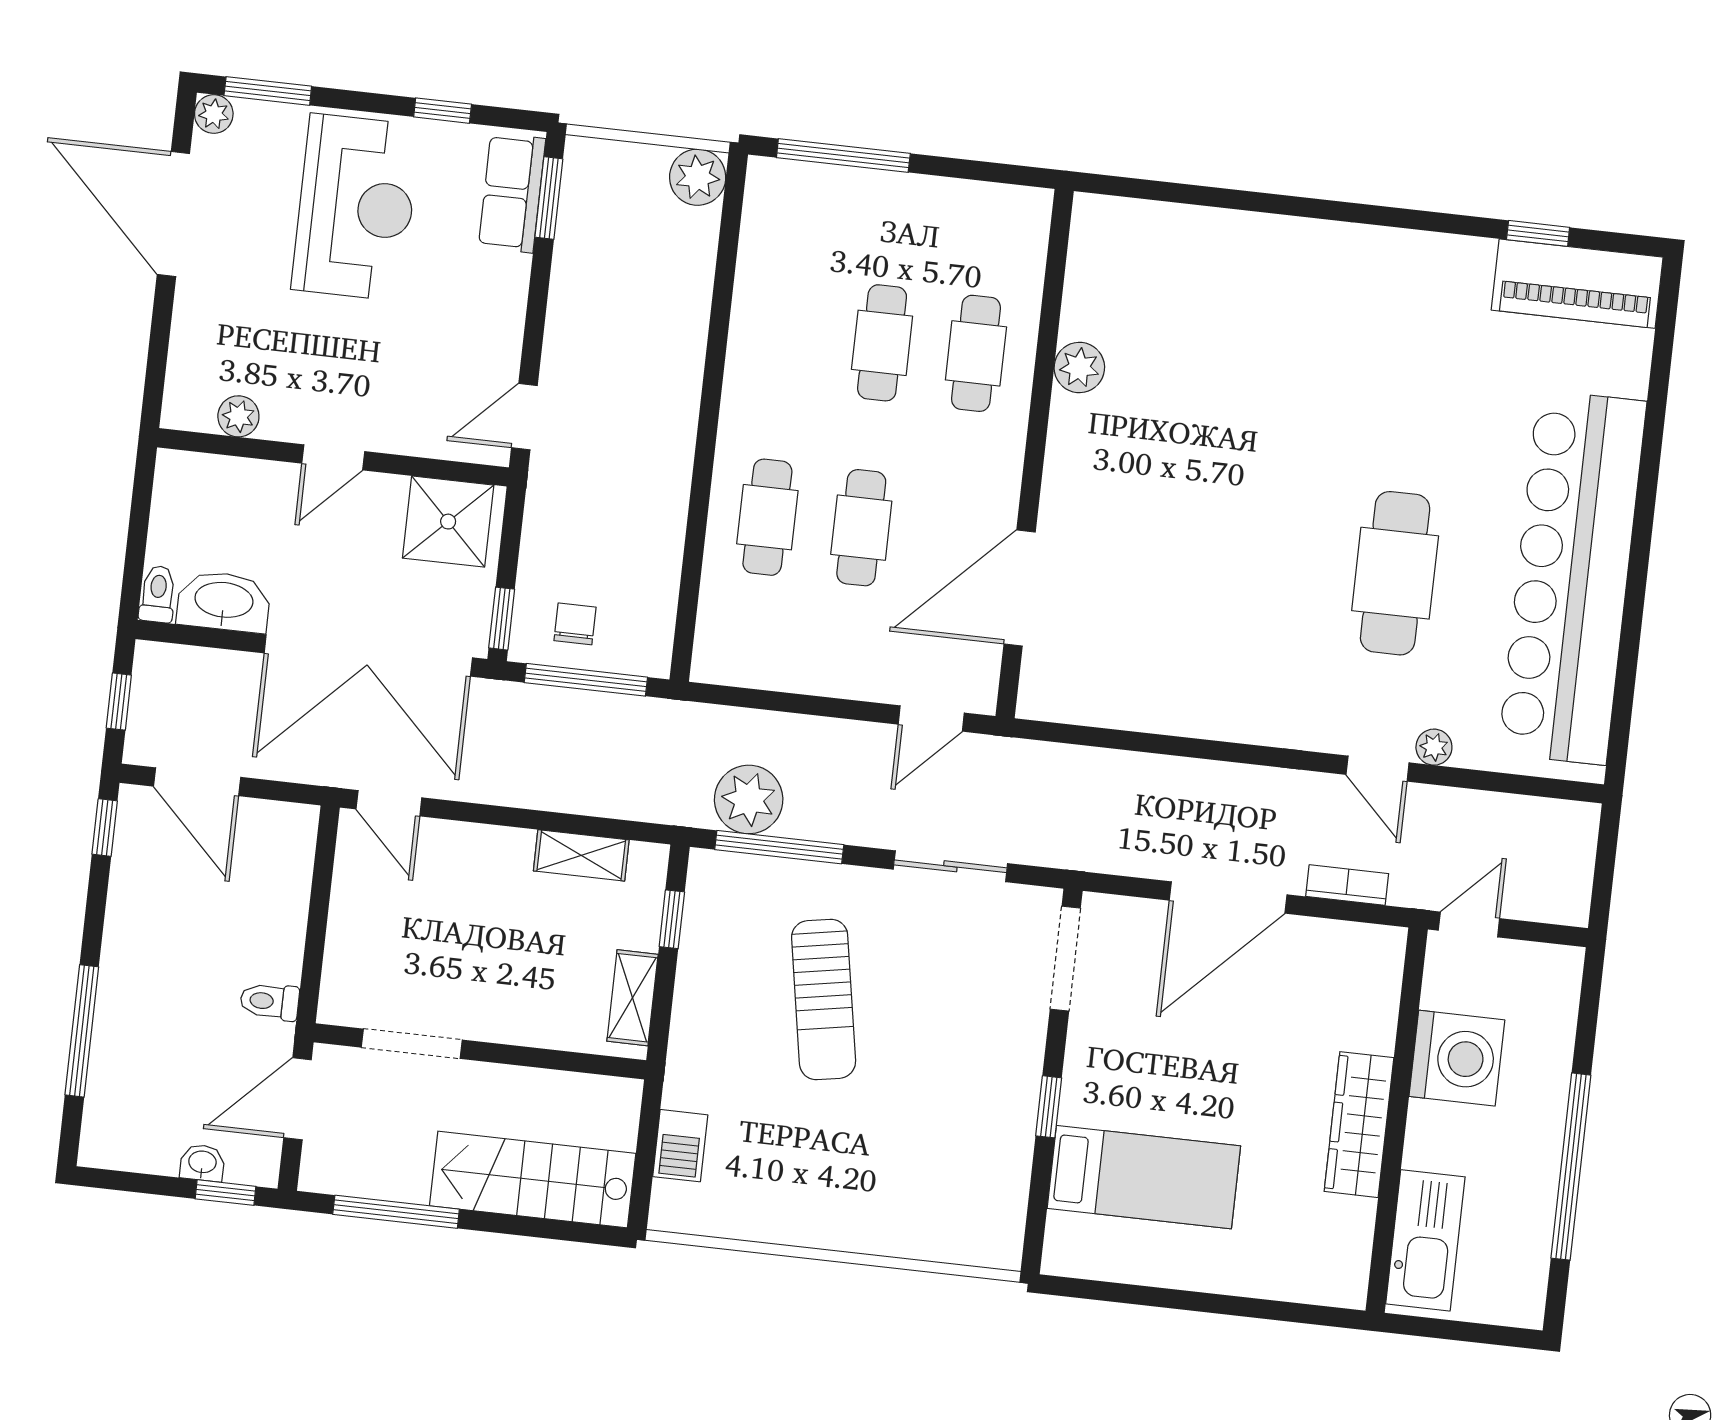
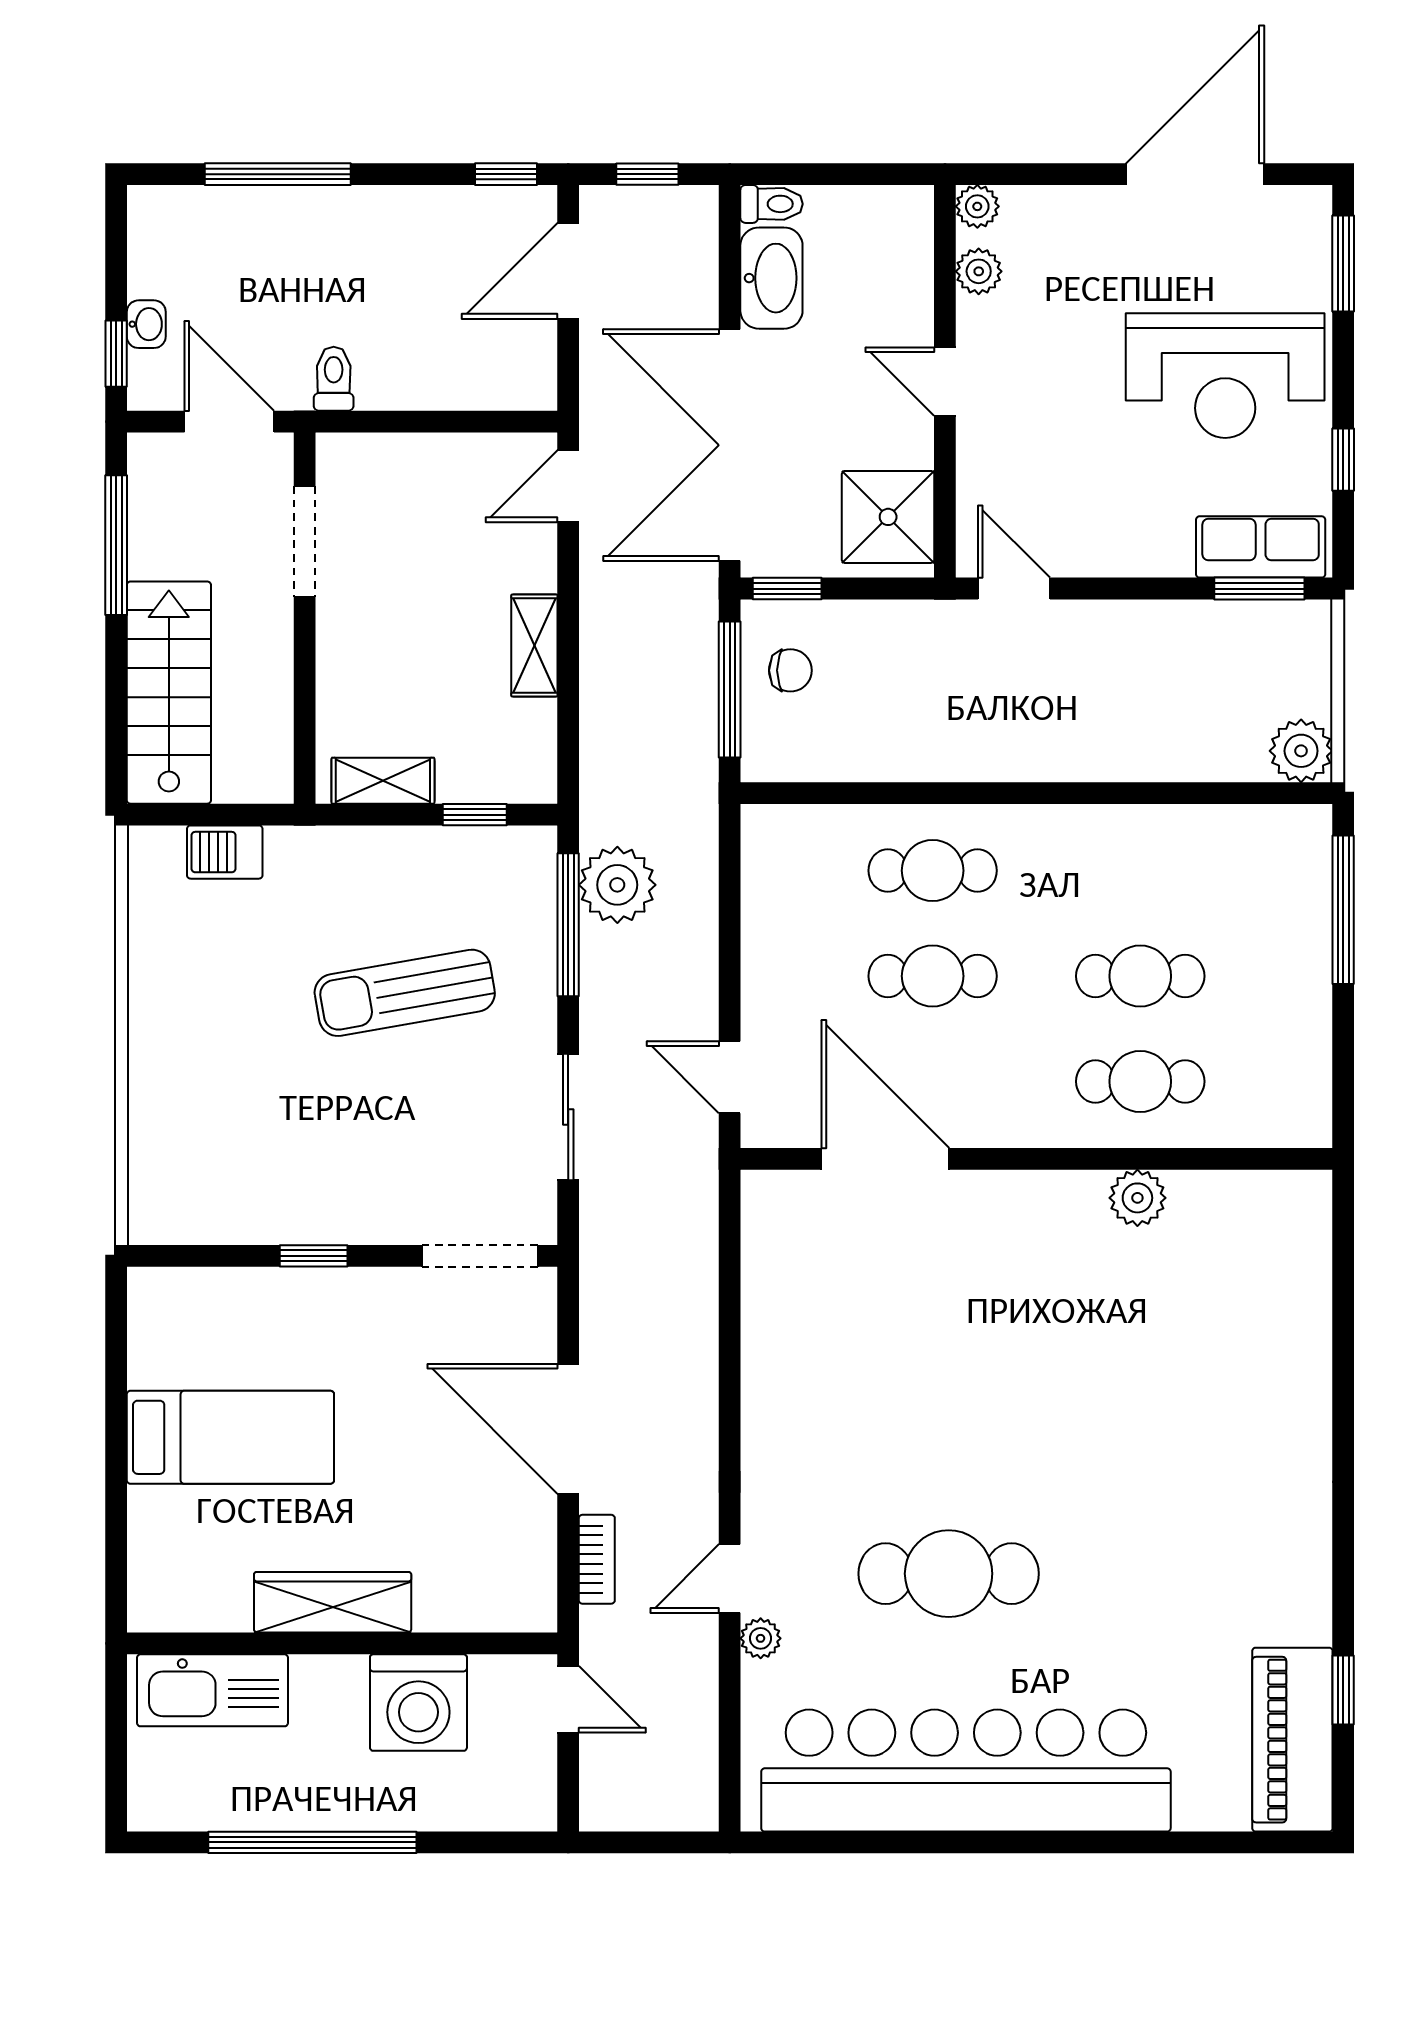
plant: (214, 114) -> (977, 206), moved
shelving: (581, 855) -> (534, 645), moved
bed: (1144, 1177) -> (230, 1437), moved, turned -90

